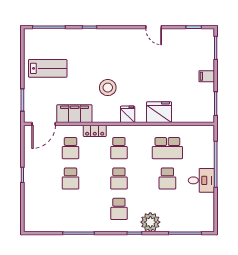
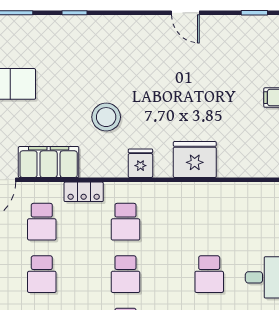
school desk: (167, 148) -> (209, 222), removed

